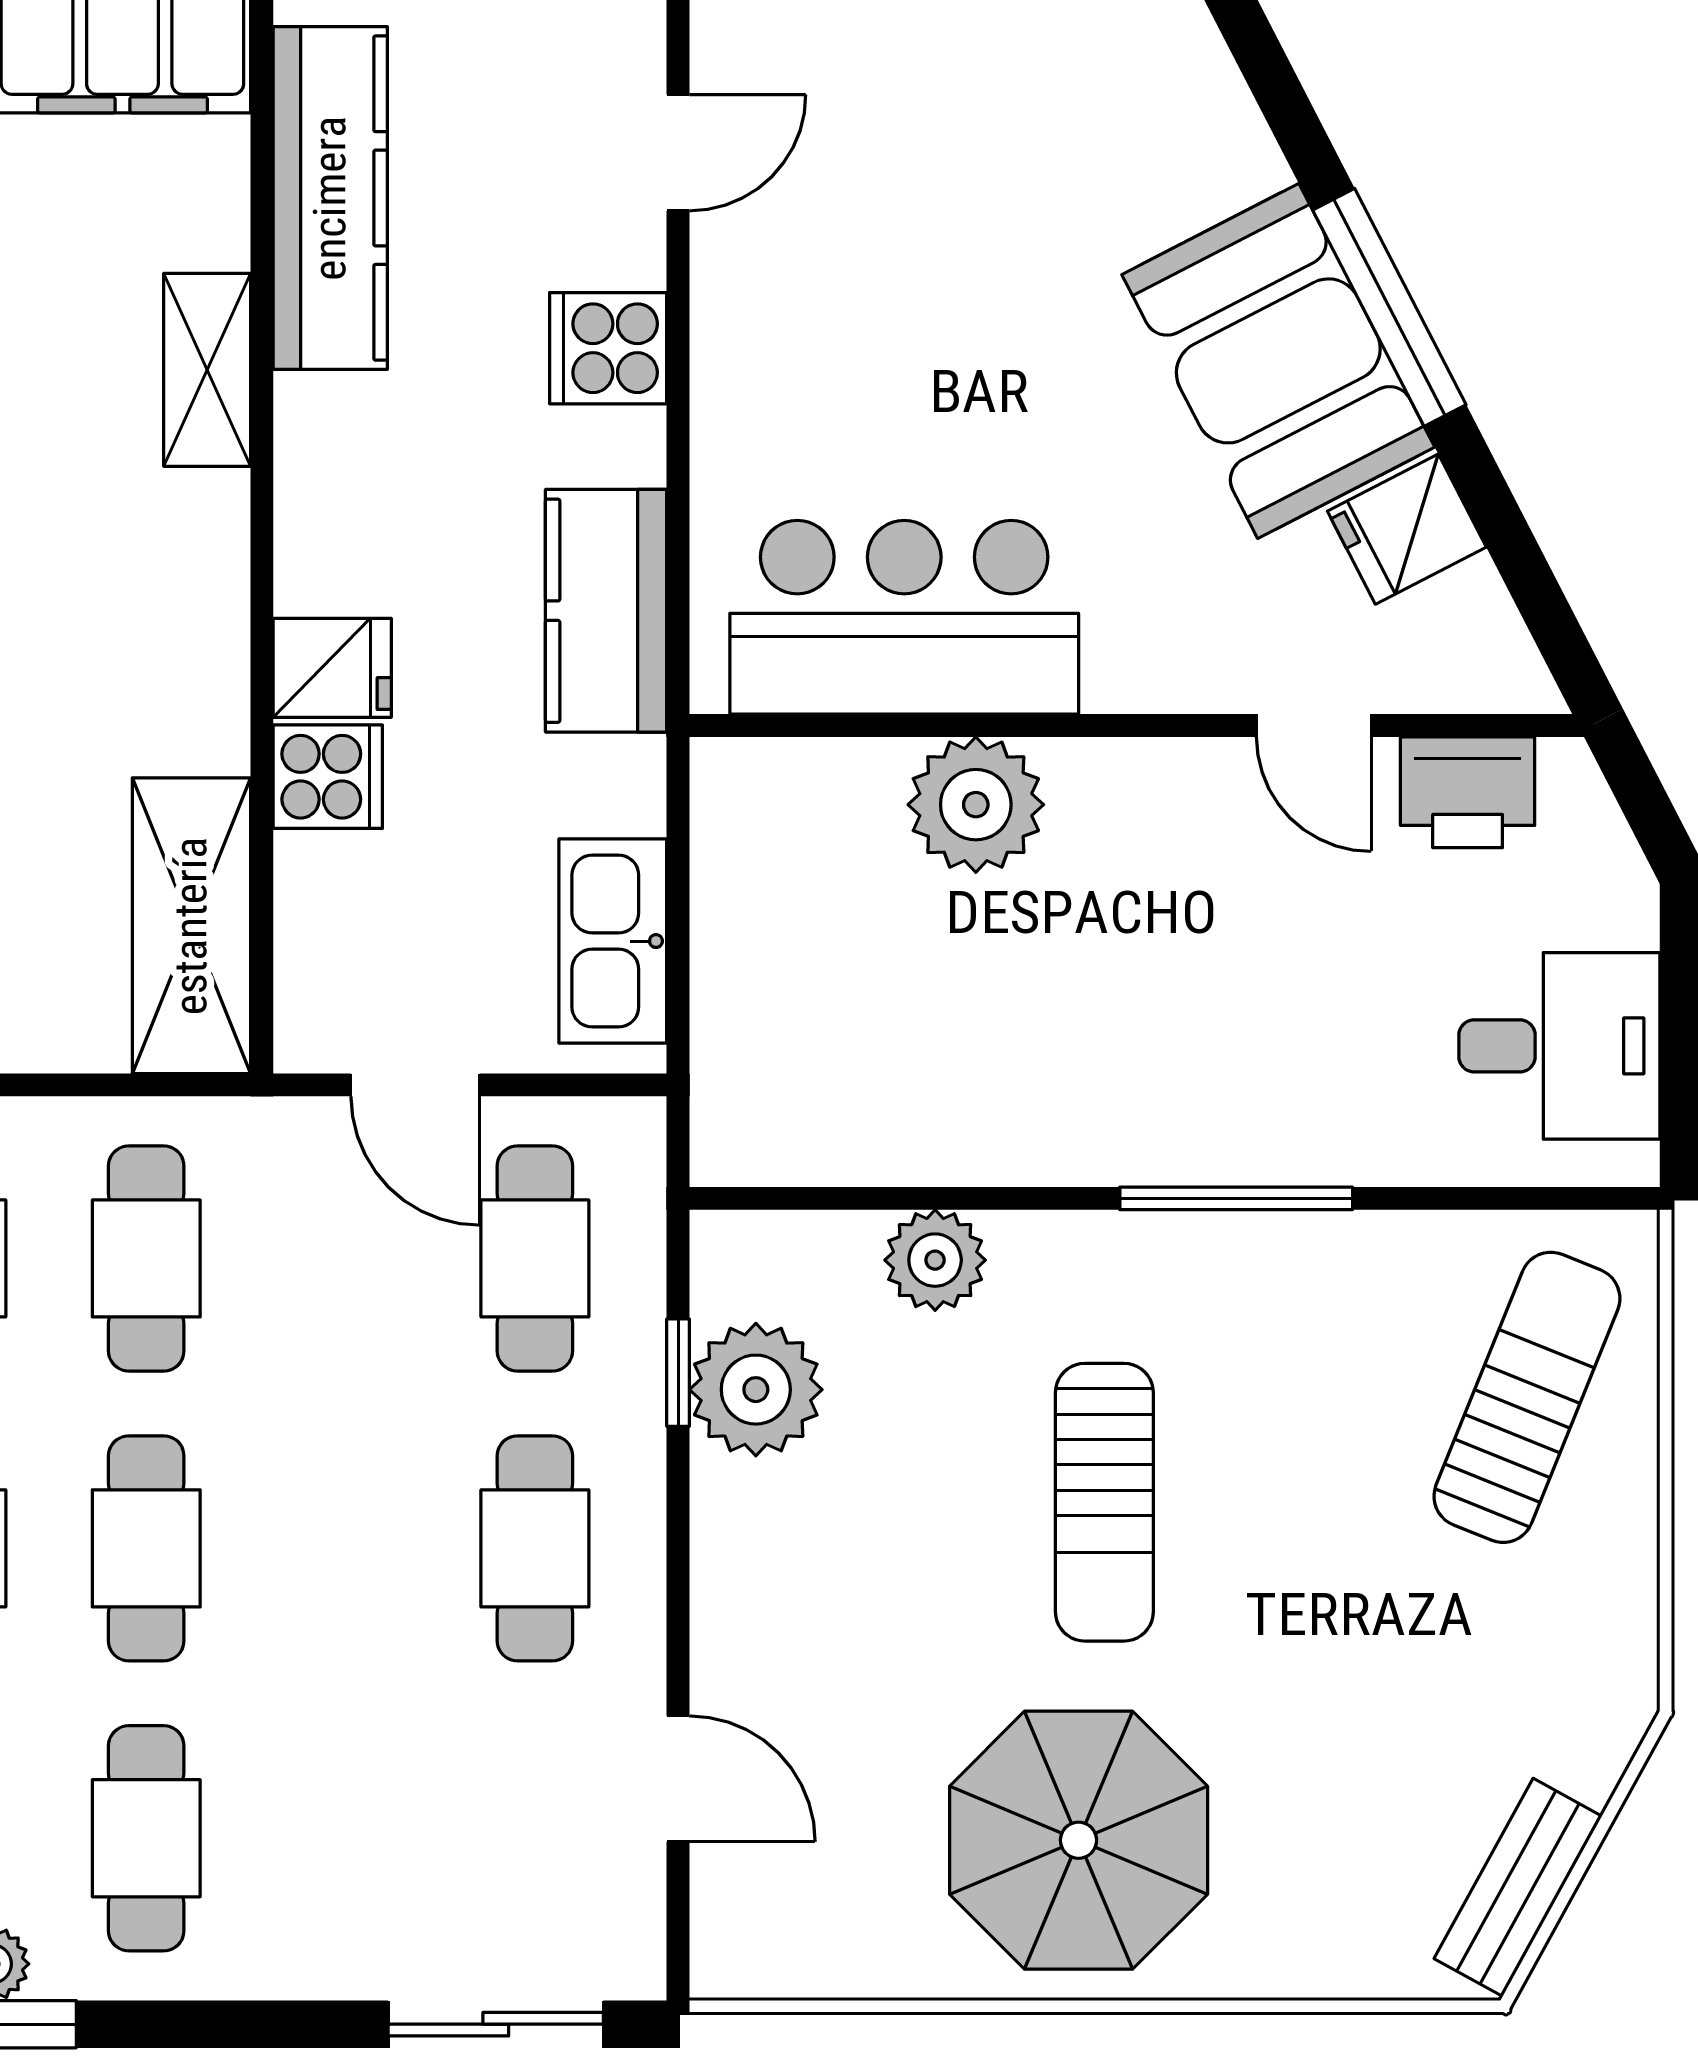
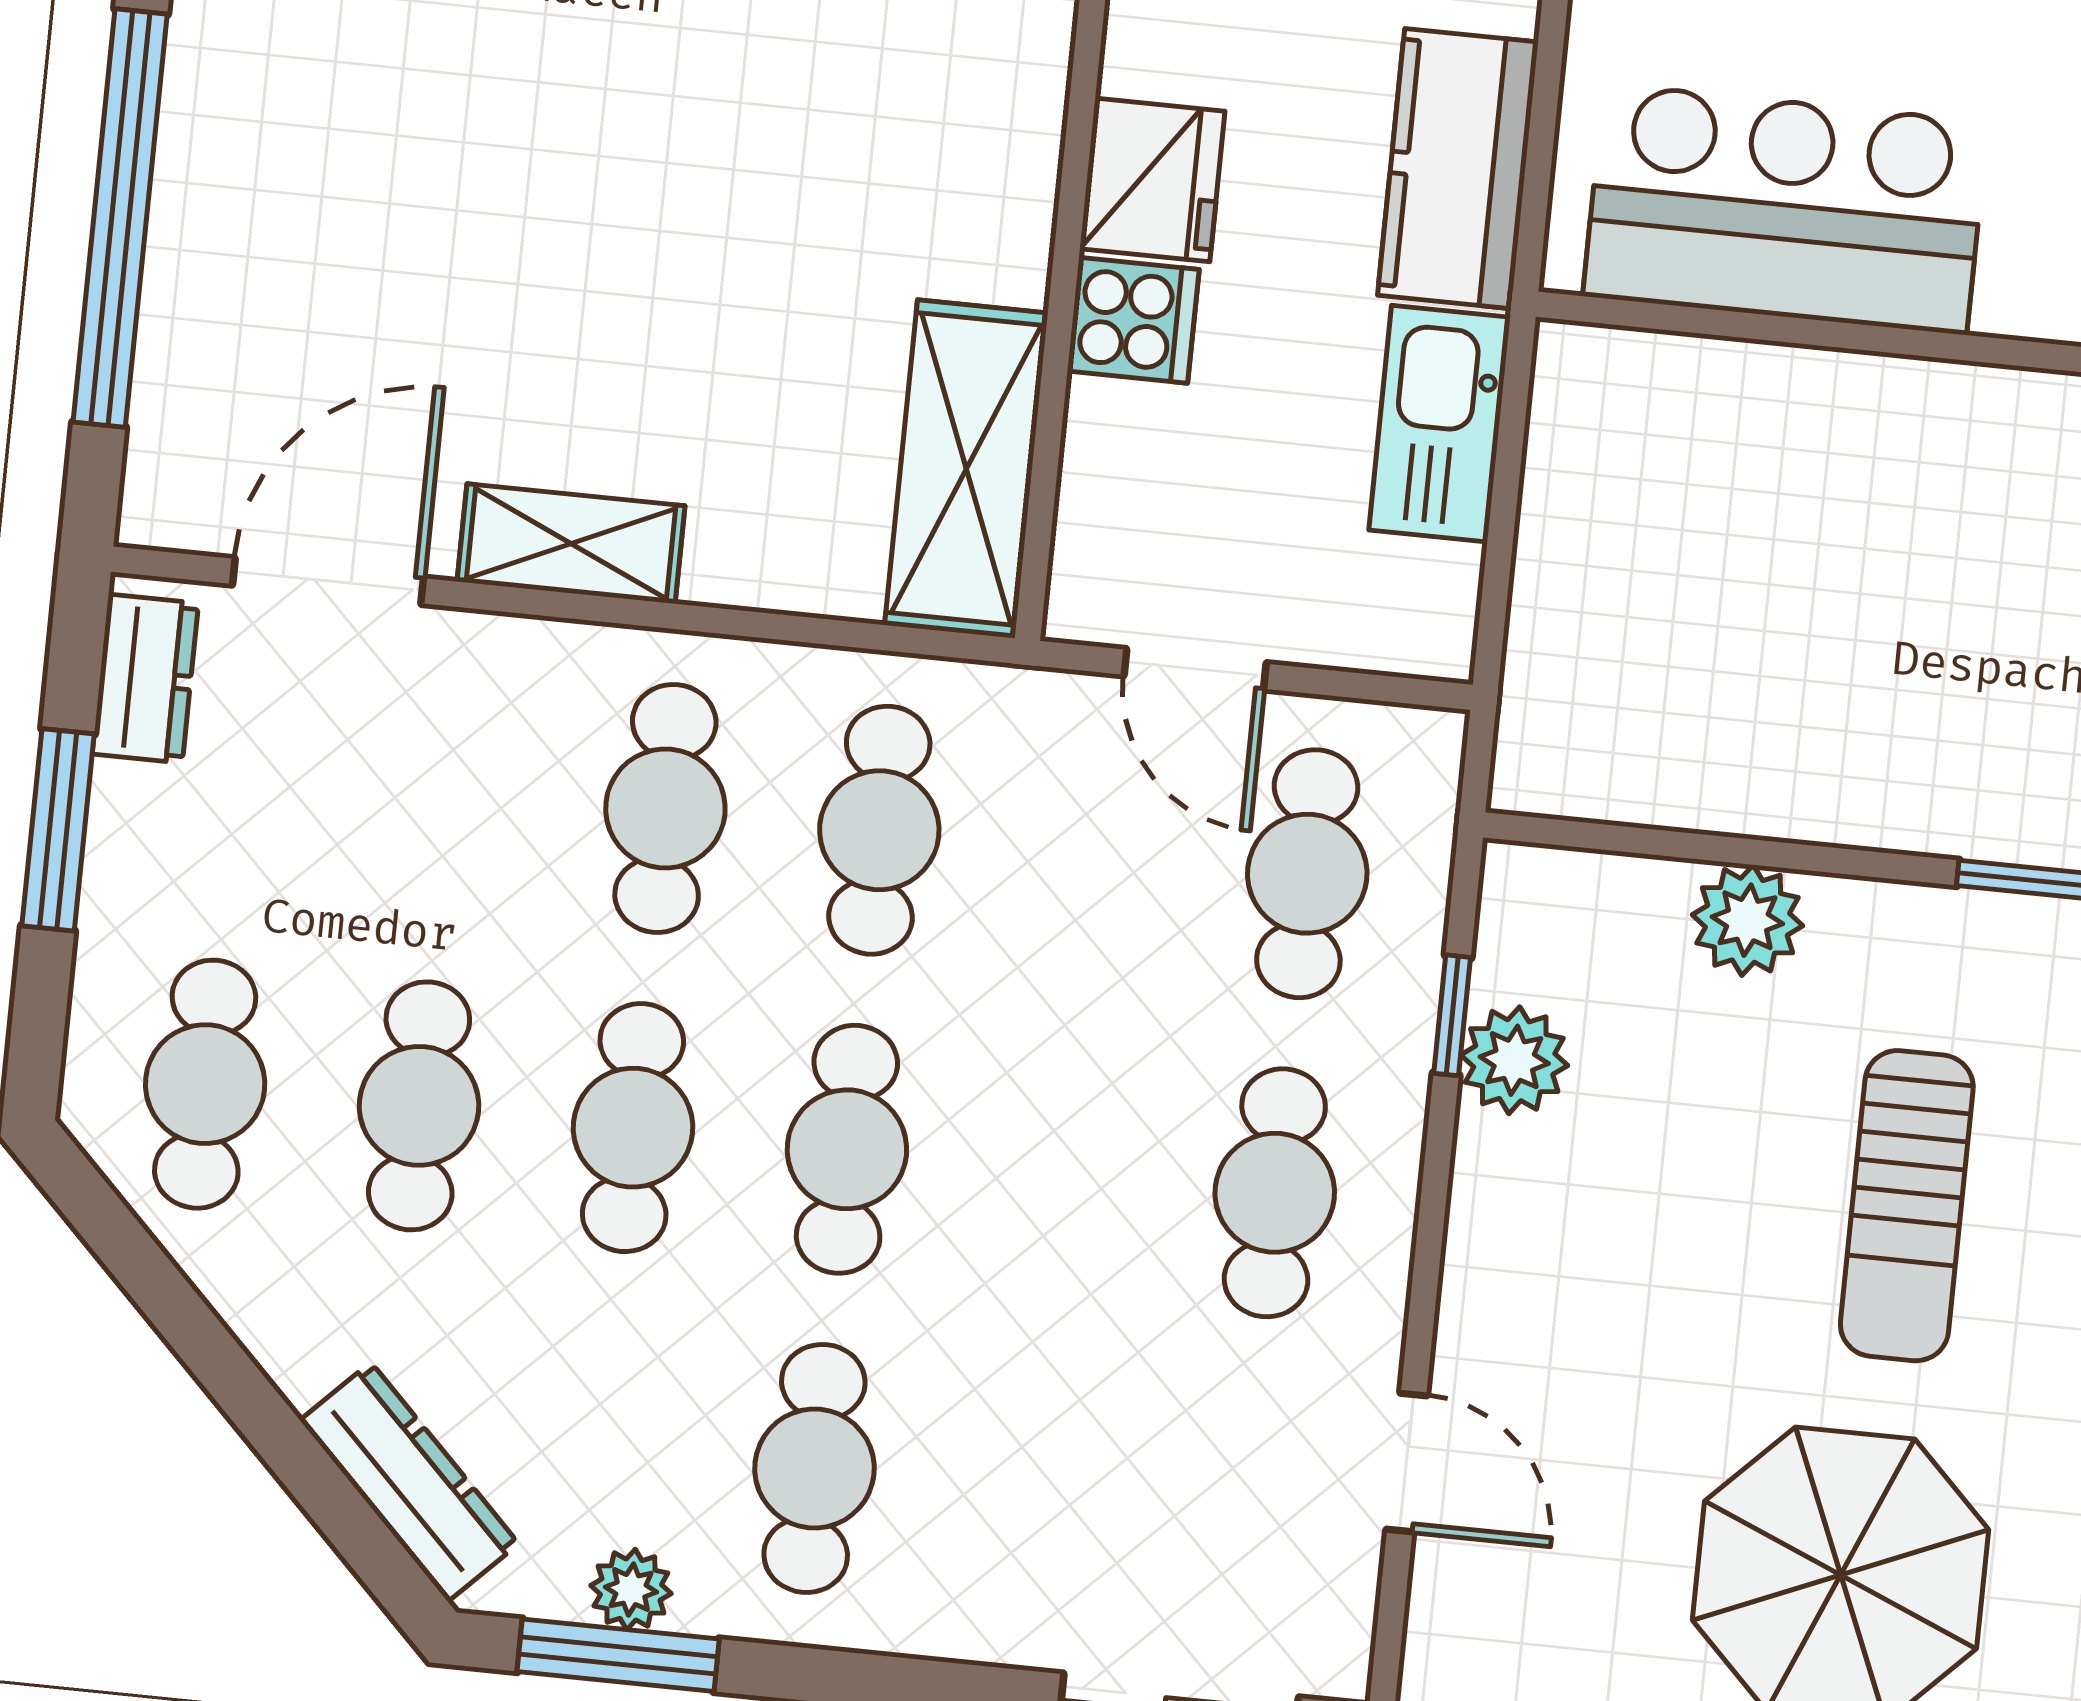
fridge: (332, 668) -> (1152, 180), width x1.38
plant: (976, 805) -> (1843, 423), removed
kitchen sink: (613, 941) -> (1440, 424), moved
plant: (756, 1390) -> (1514, 1060), width x0.73, depth x0.73

